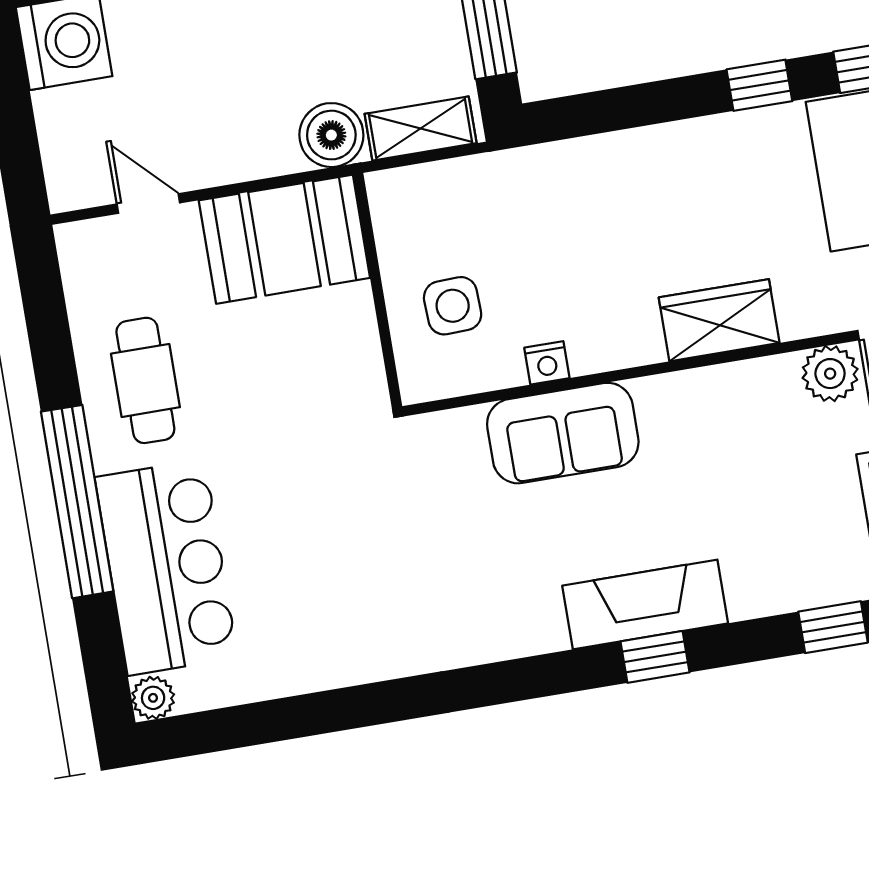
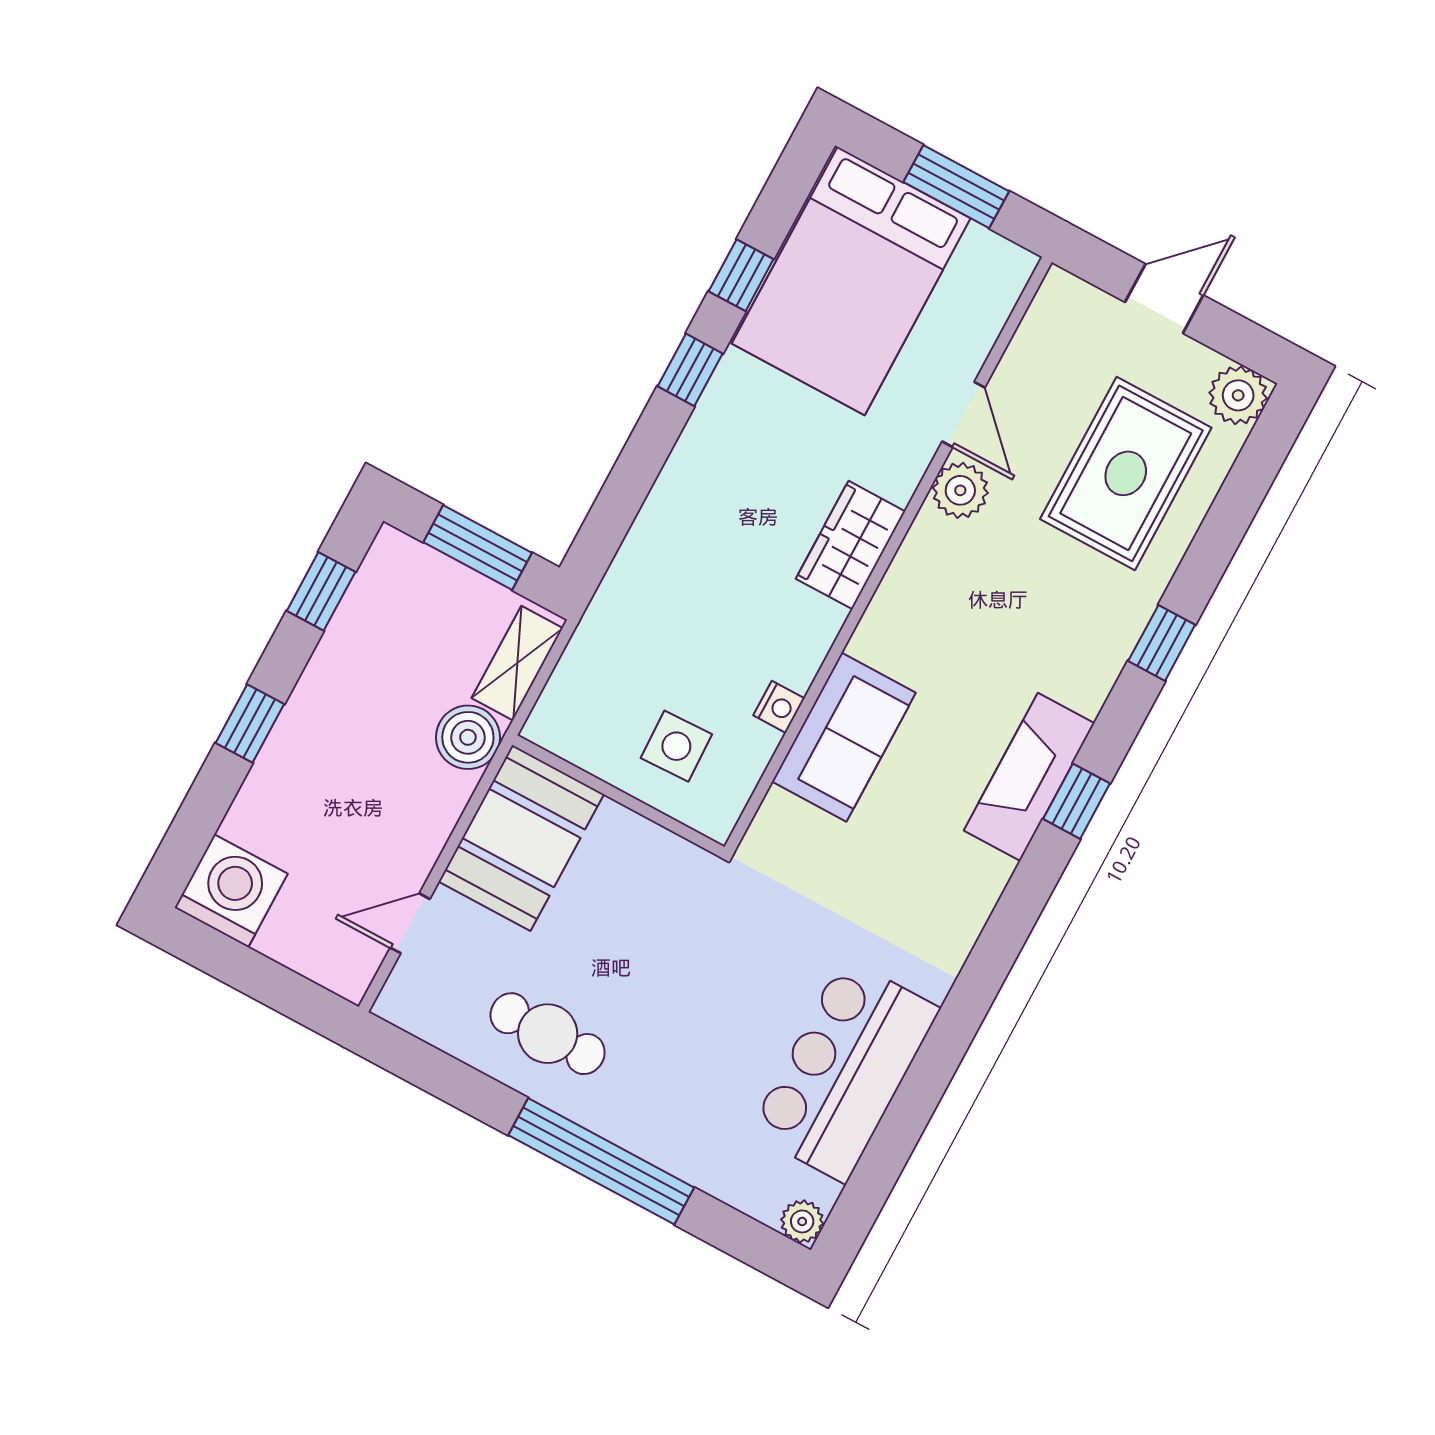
bar counter: (166, 567) -> (844, 1070), moved, turned -90

